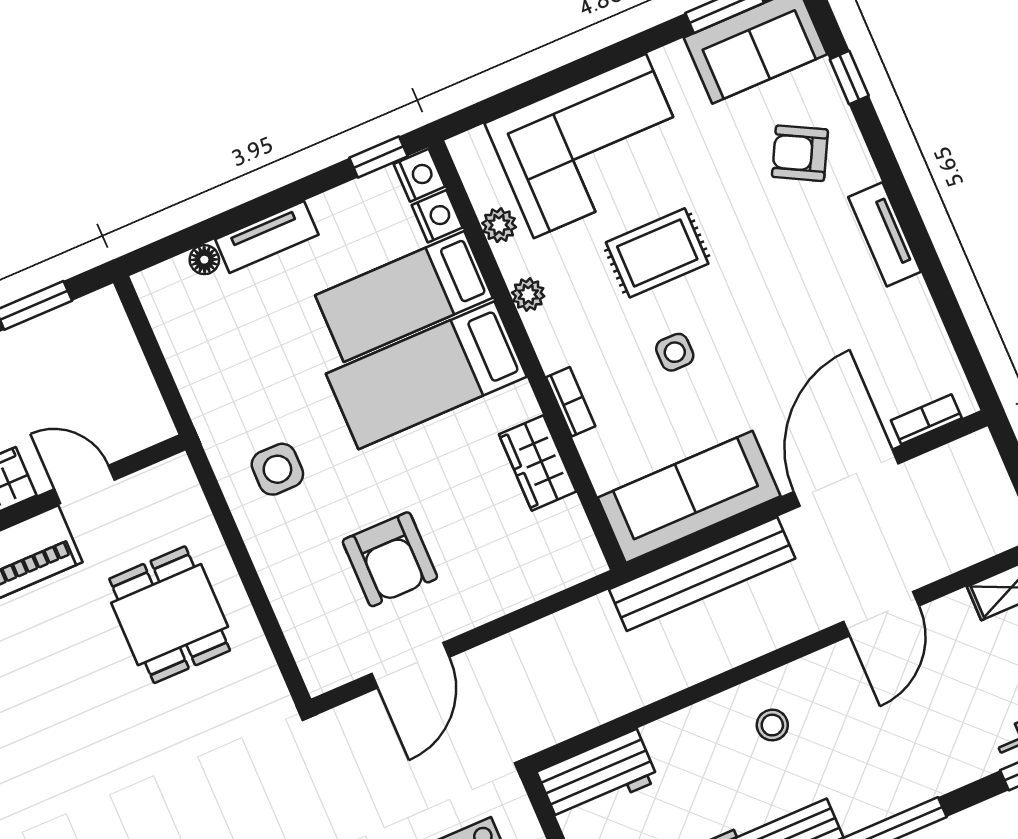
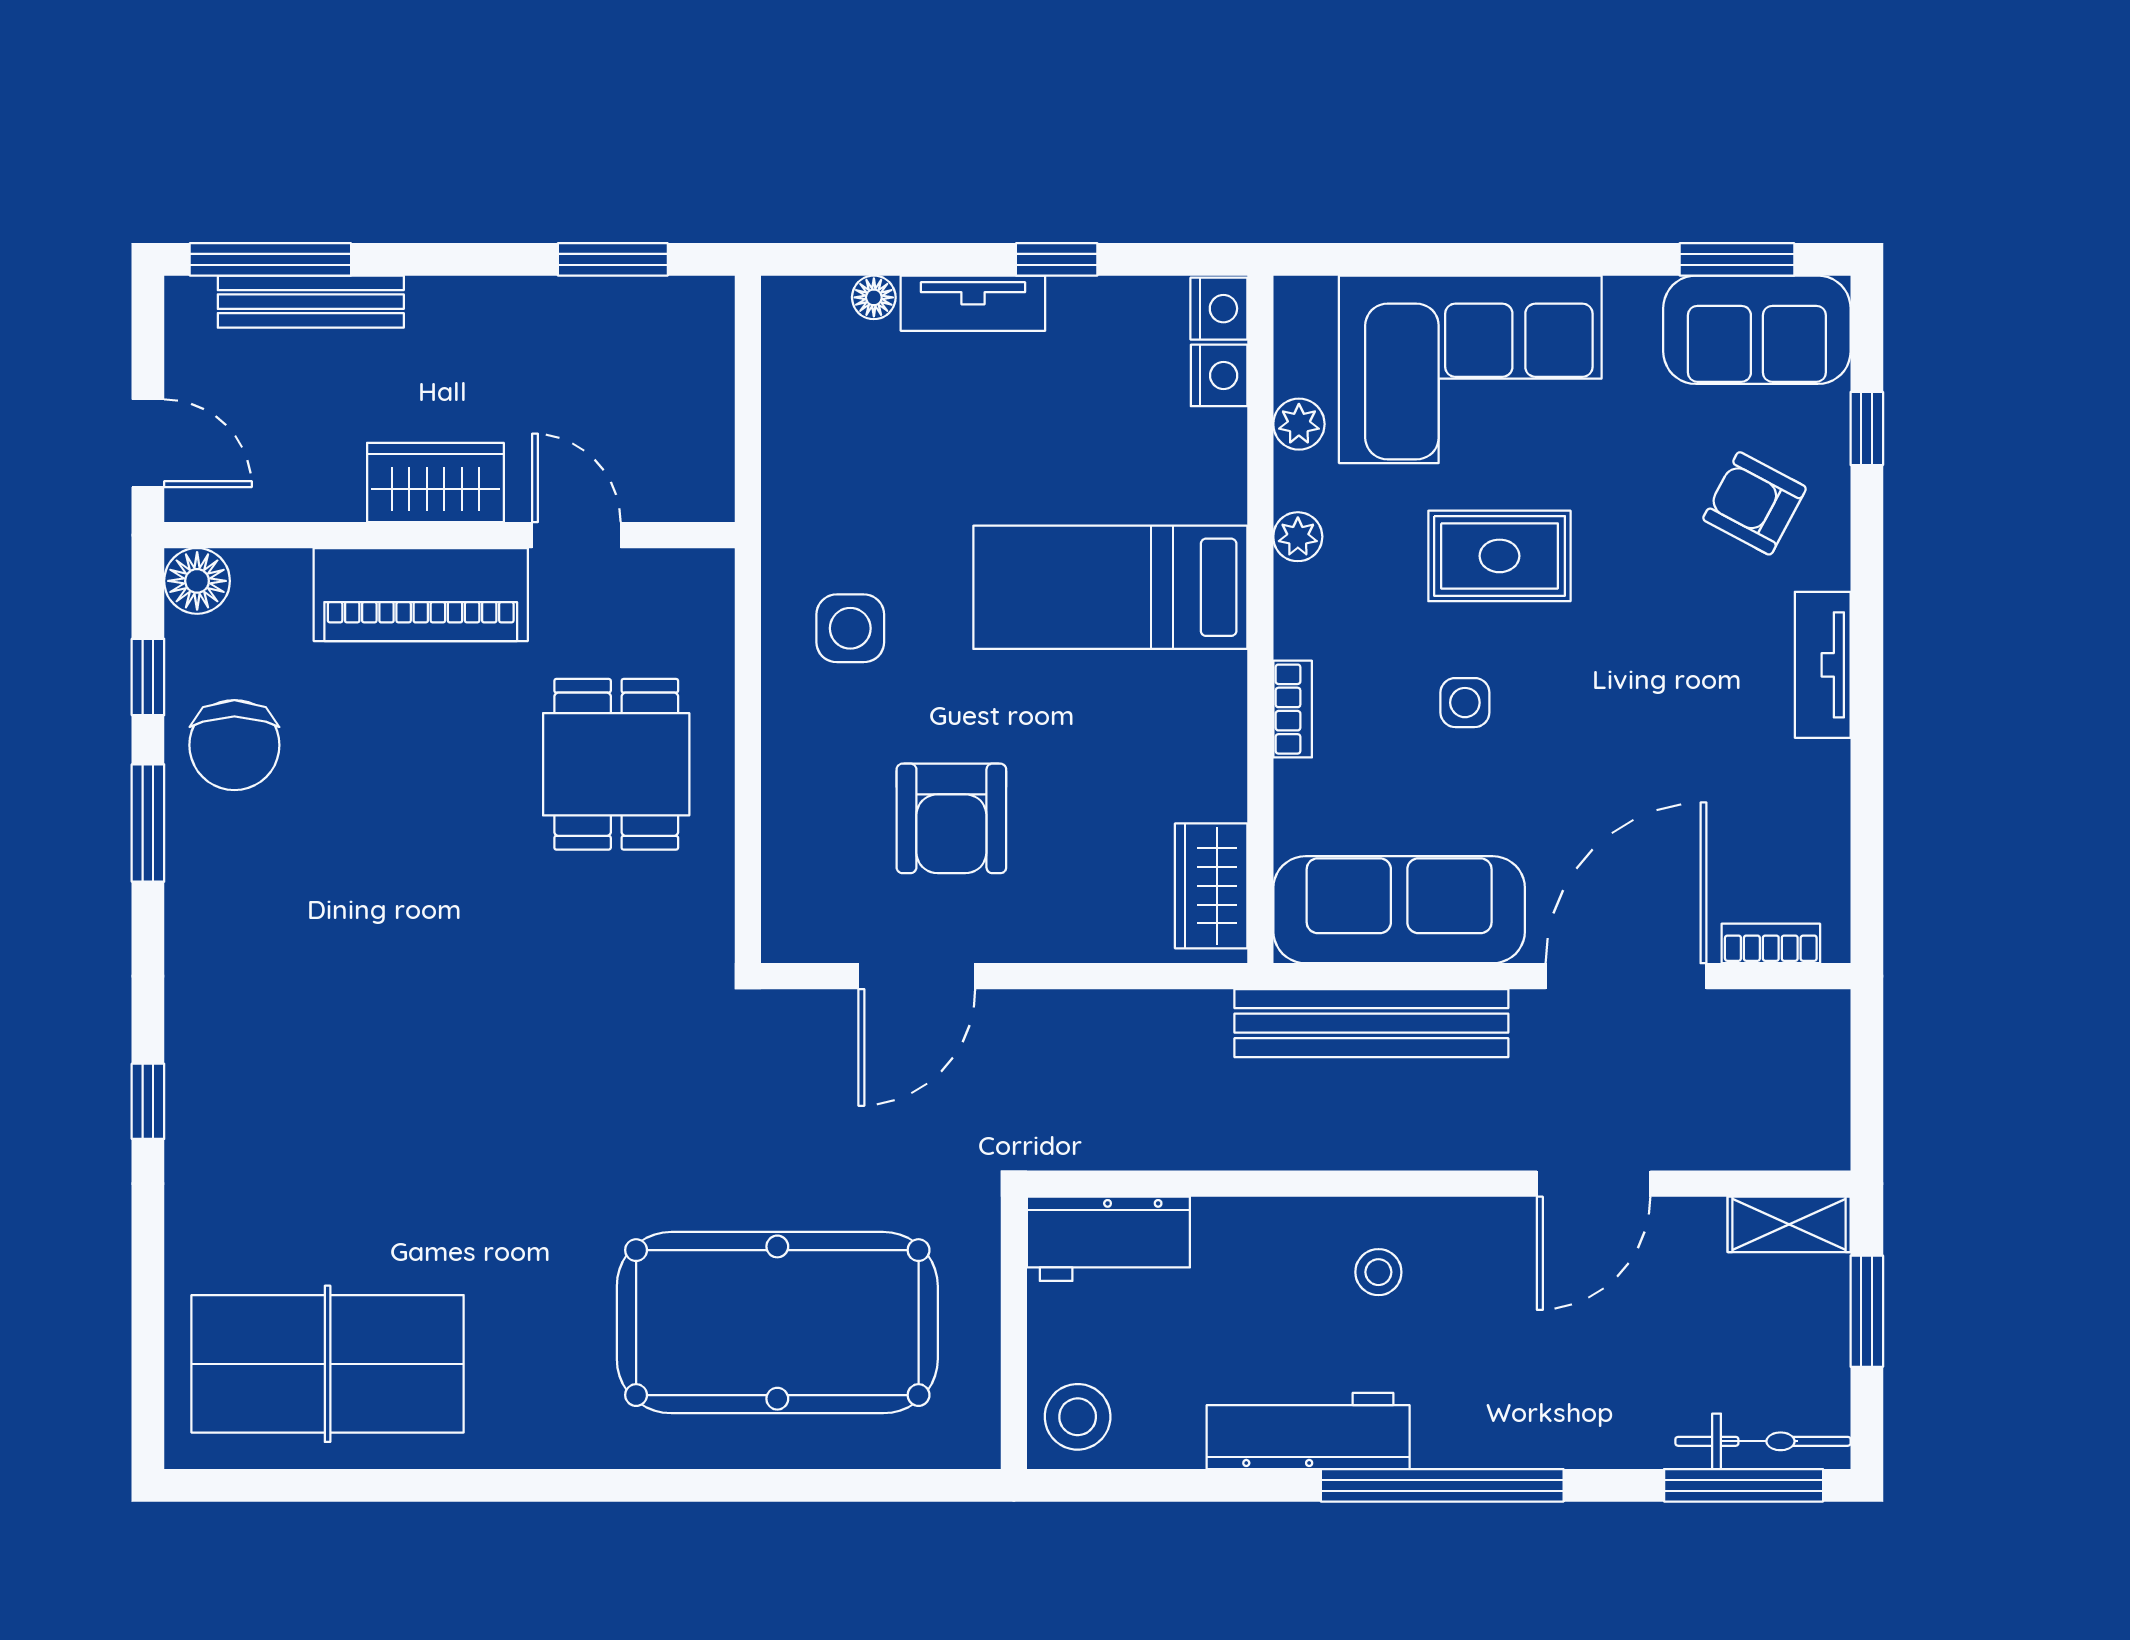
window: (378, 157) -> (1057, 259), moved
bed: (404, 296) -> (1126, 466), removed
wardrobe: (538, 463) -> (1211, 886), moved

